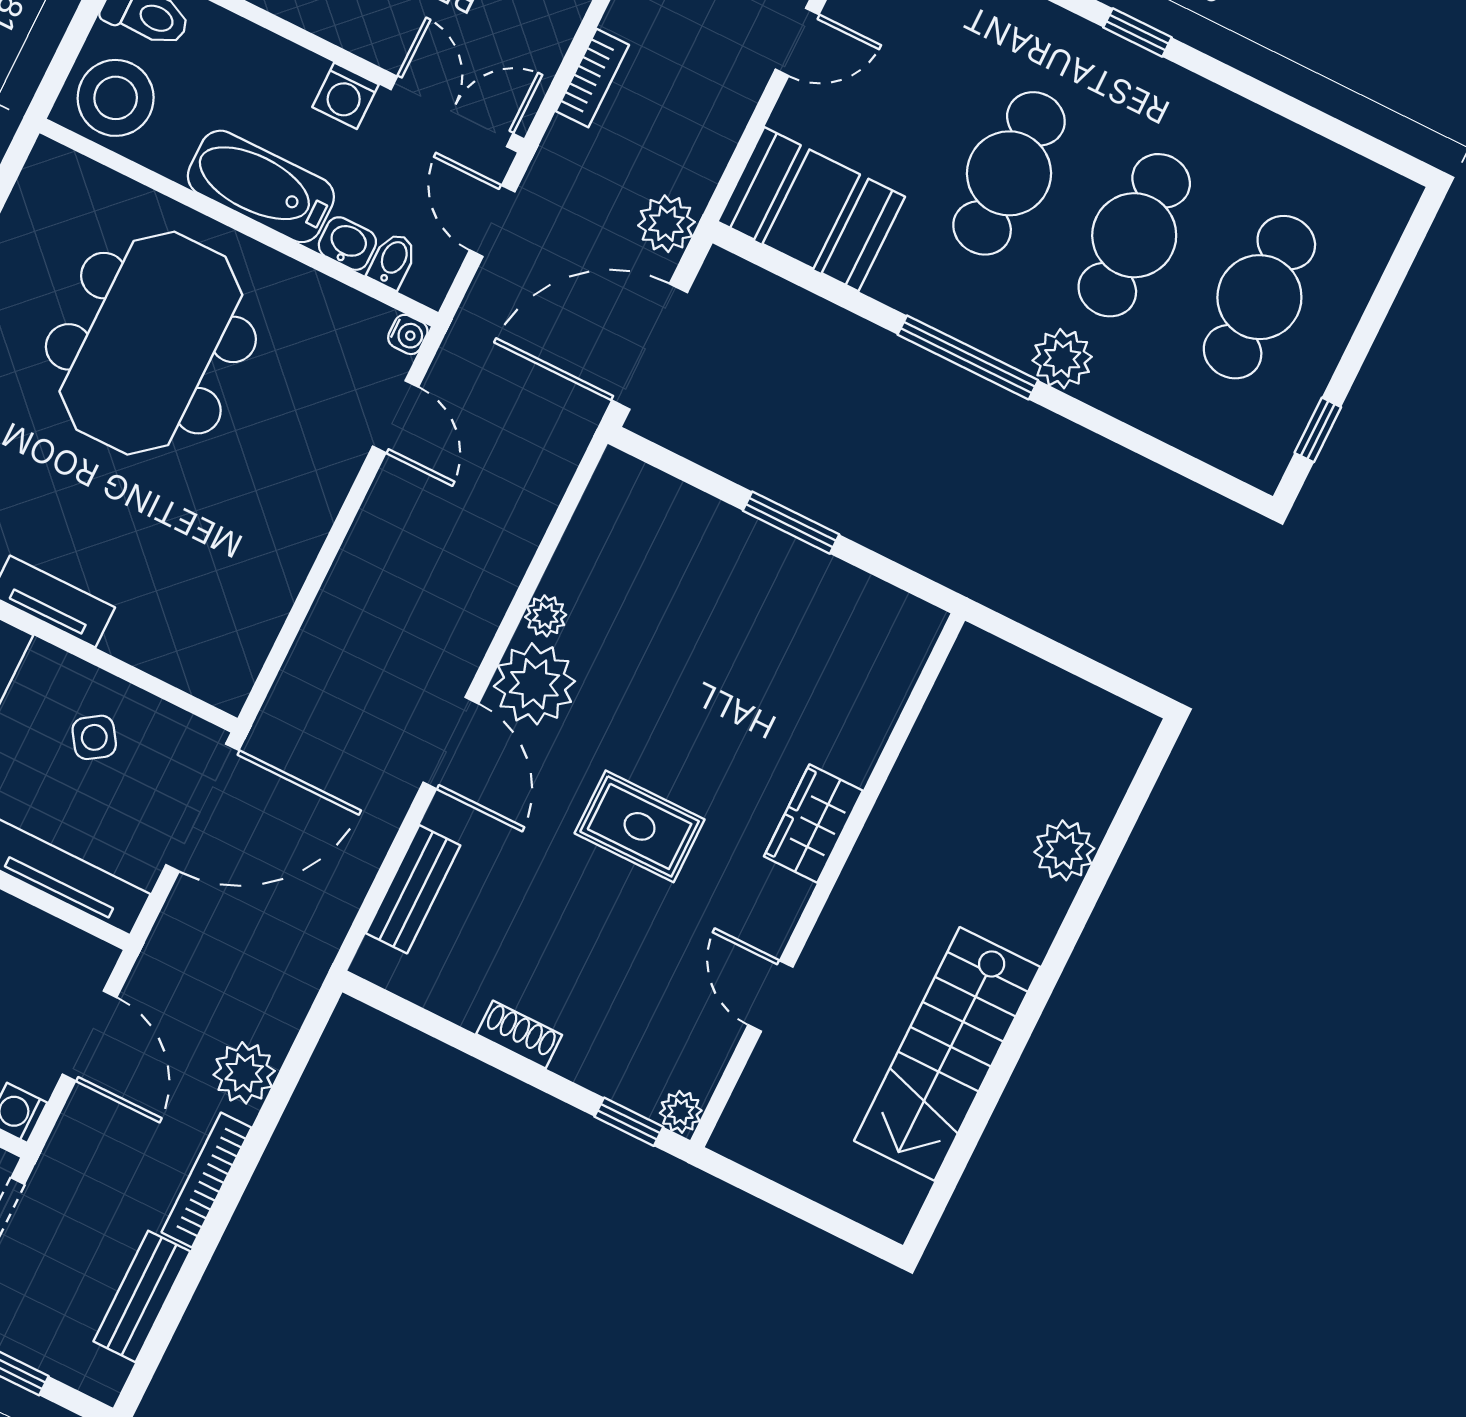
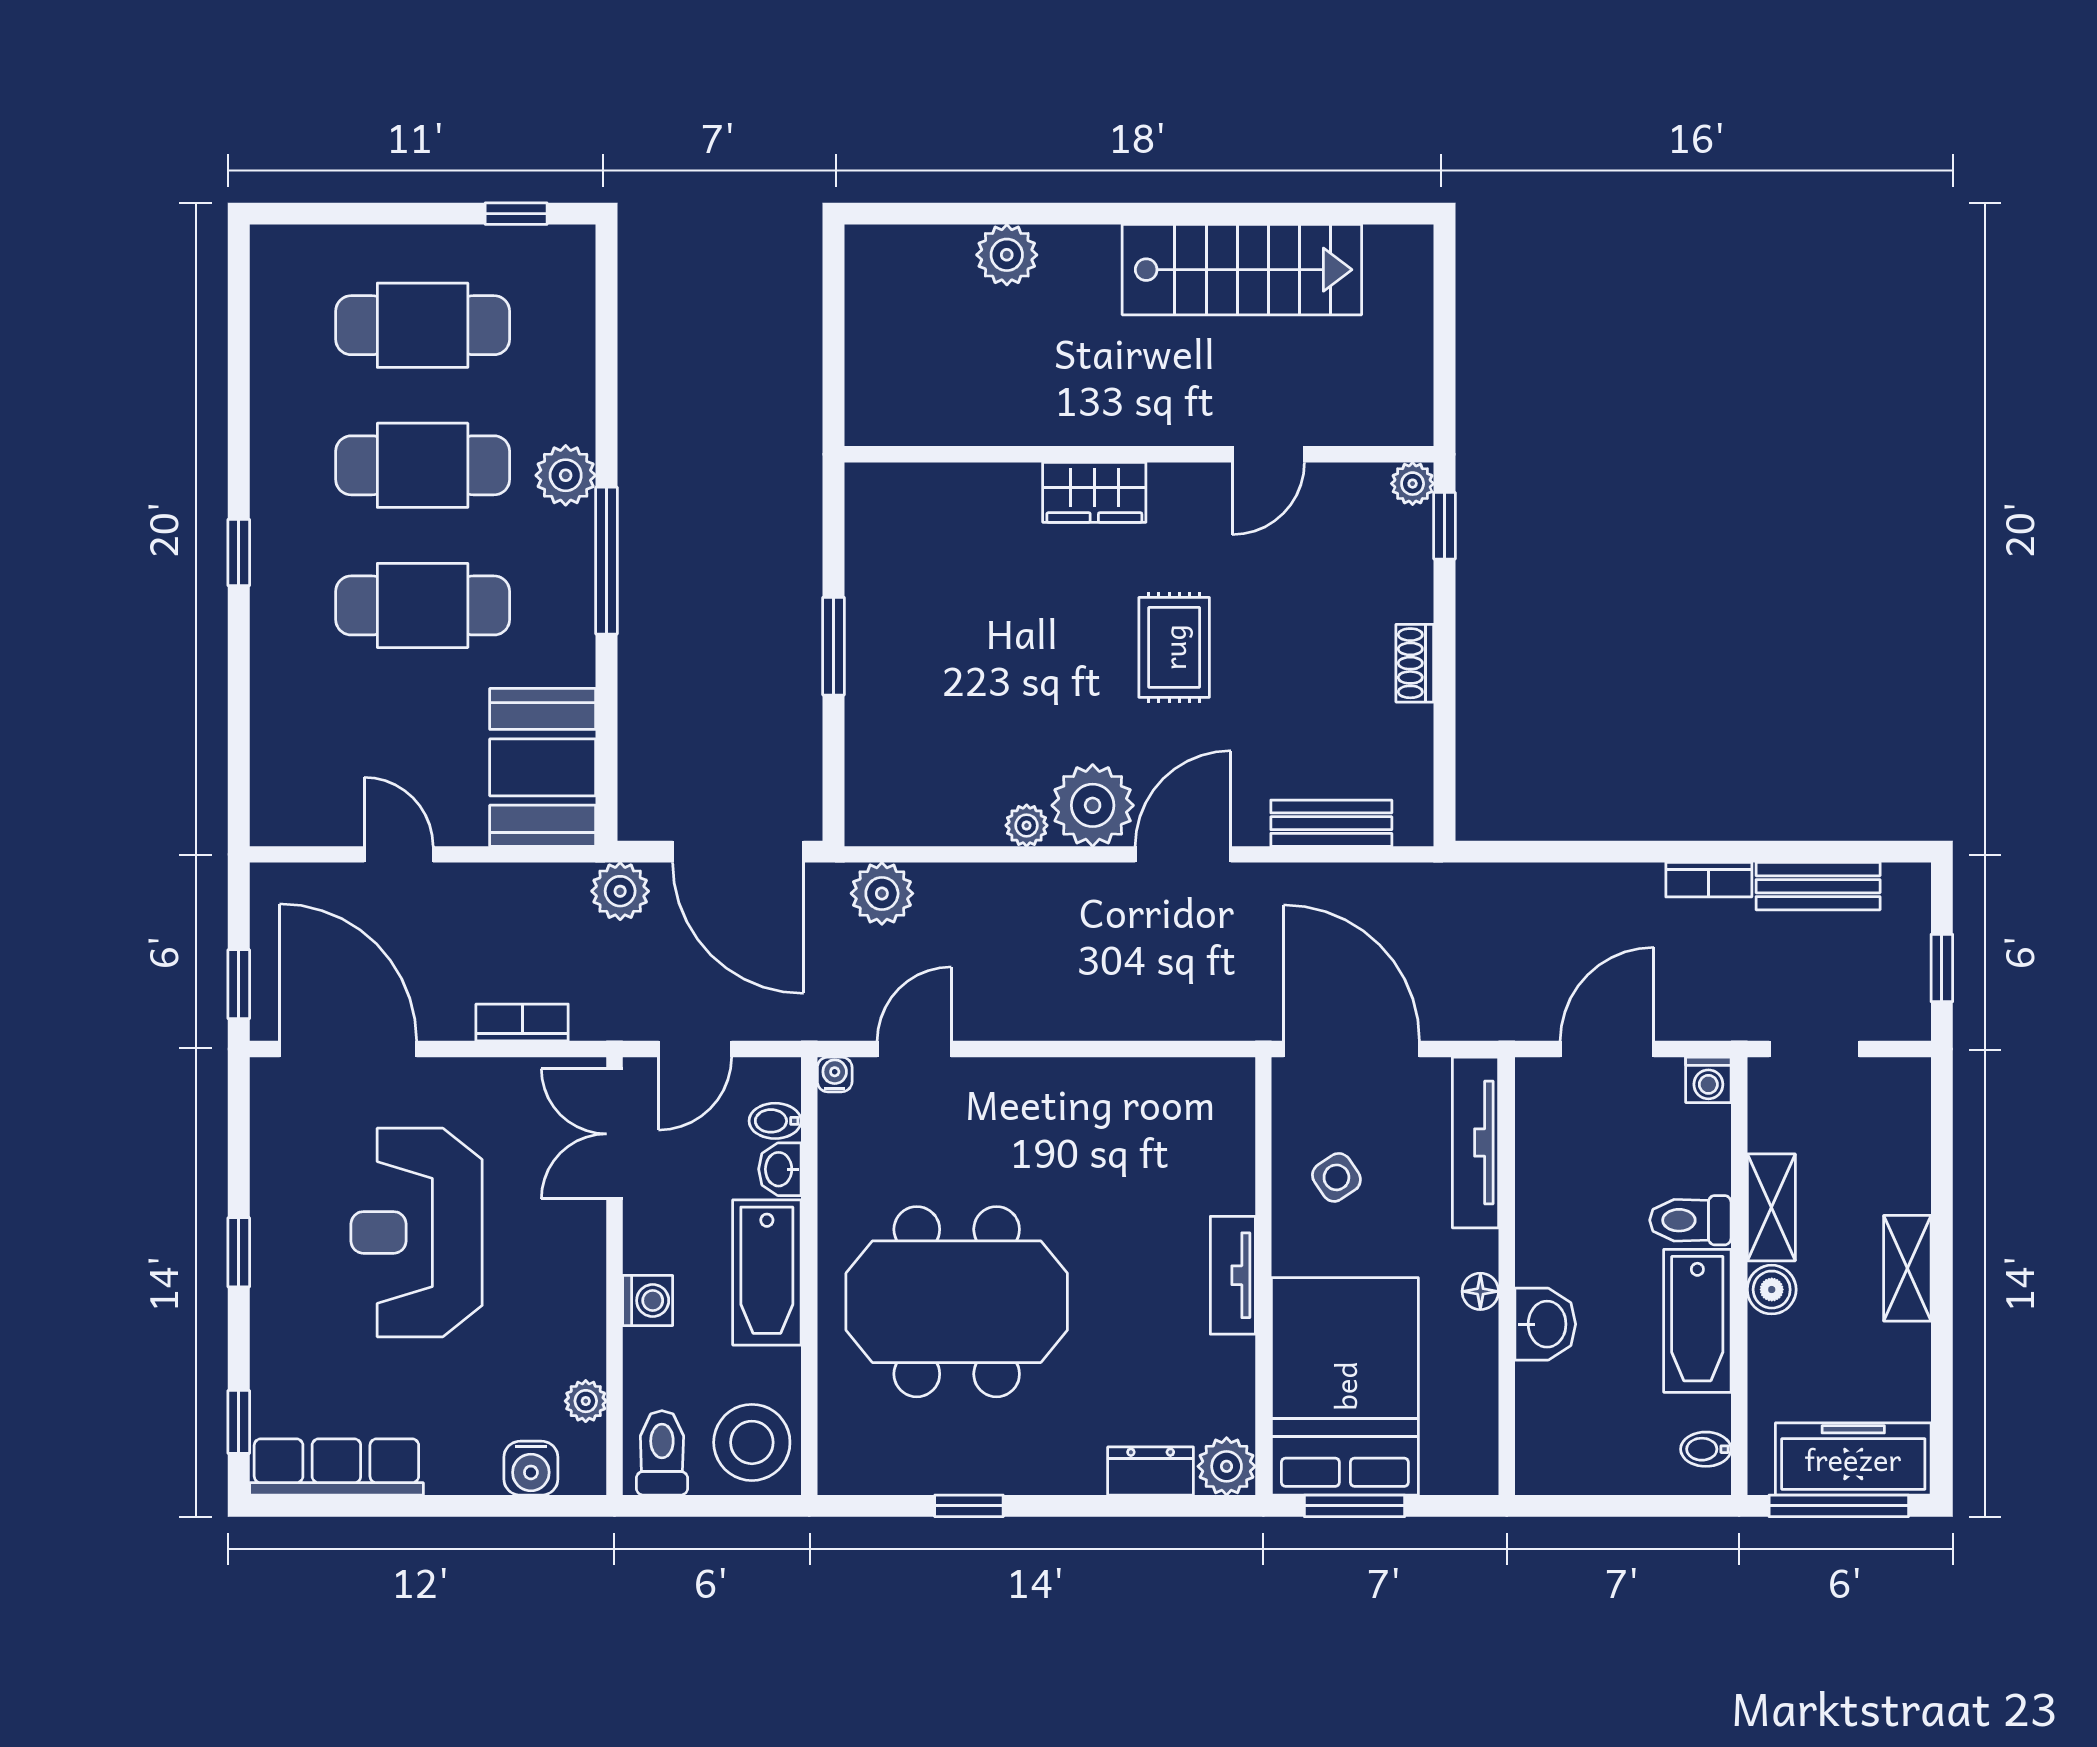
washing machine: (345, 96) -> (648, 1301), moved
plant: (244, 1073) -> (882, 893), moved
bookcase: (207, 1180) -> (1709, 880), width x0.64

